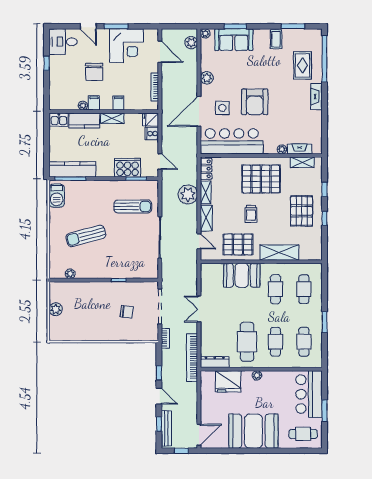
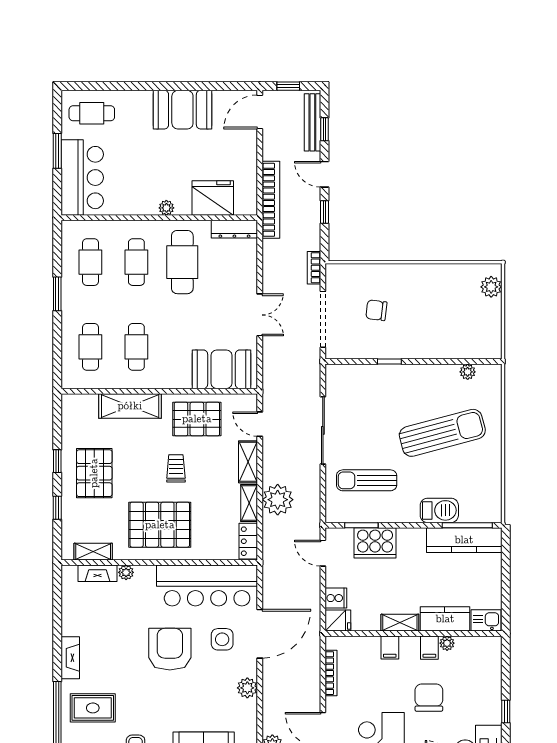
rug: (302, 65) -> (93, 708), turned 90
barbecue: (57, 196) -> (439, 510), moved, turned 90
sun lounger: (86, 236) -> (442, 433), width x1.36, depth x1.34
booth: (242, 275) -> (222, 369), moved
plant: (56, 309) -> (491, 287), moved
bookcase: (192, 358) -> (271, 200), moved
booth: (253, 431) -> (182, 110), width x0.73, depth x0.70

